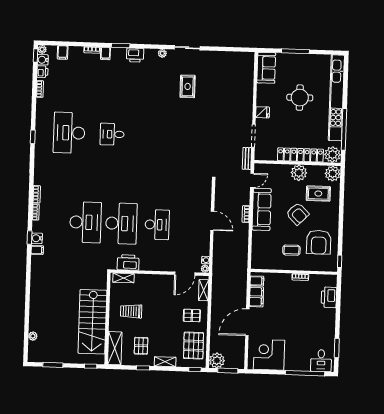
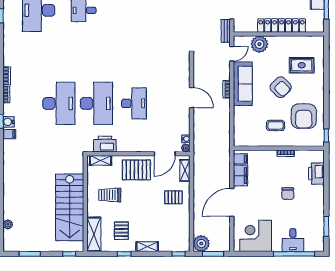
plant: (333, 155) -> (315, 24), removed
plant: (299, 173) -> (259, 44), moved
plant: (333, 174) -> (316, 44), removed
chair: (301, 316) -> (288, 194), added
pallet: (193, 346) -> (136, 170), moved, turned 90
desk: (321, 361) -> (293, 240), moved

